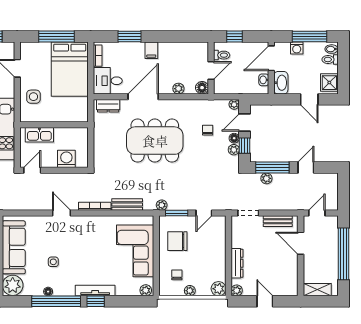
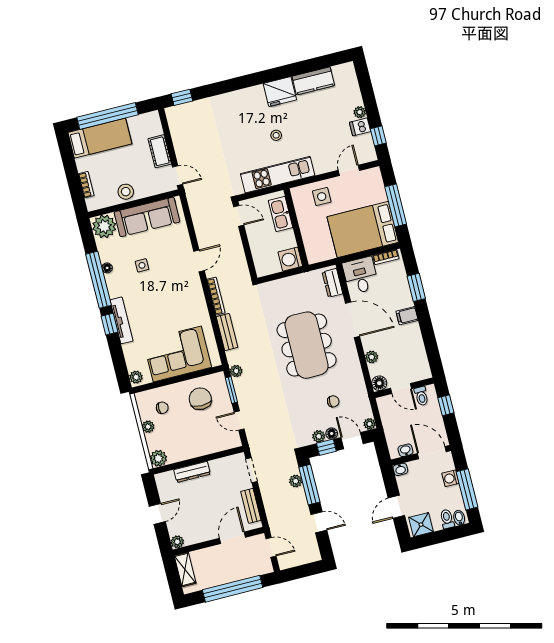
washbasin: (281, 83) -> (400, 469), width x0.52, depth x0.69
washing machine: (66, 159) -> (290, 259), moved, turned 180
plant: (237, 290) -> (177, 542), moved

